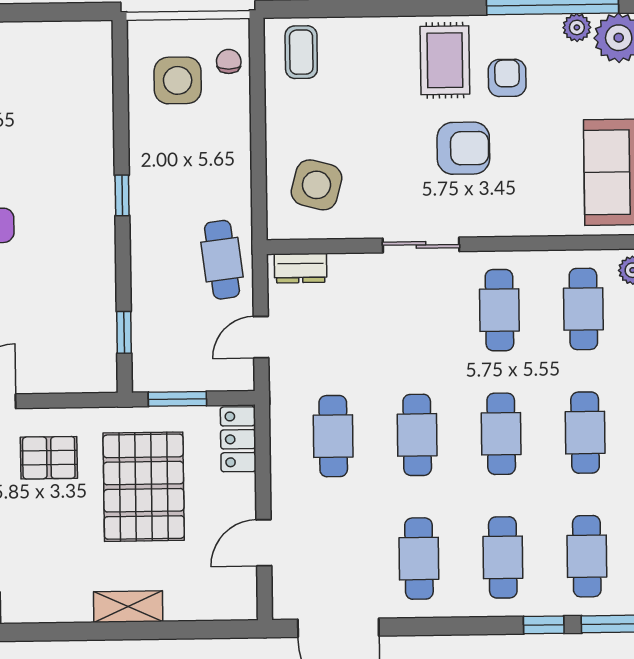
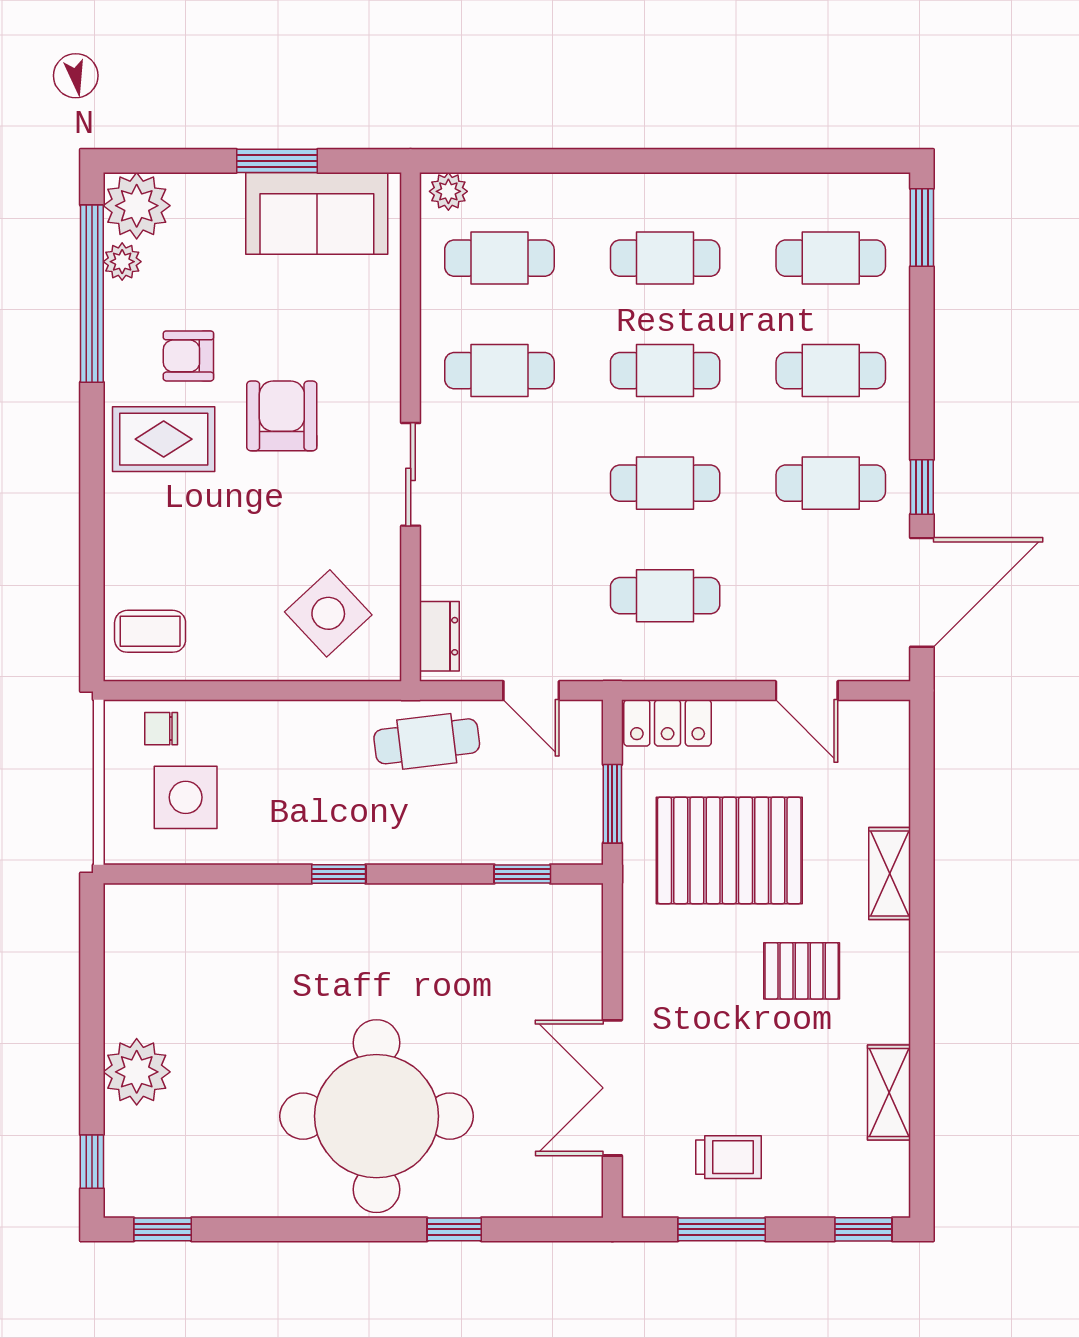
side table: (316, 185) -> (328, 613), turned 32
pallet: (49, 458) -> (802, 971), moved, turned 90
window: (544, 625) -> (922, 487), moved

